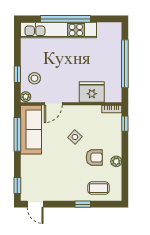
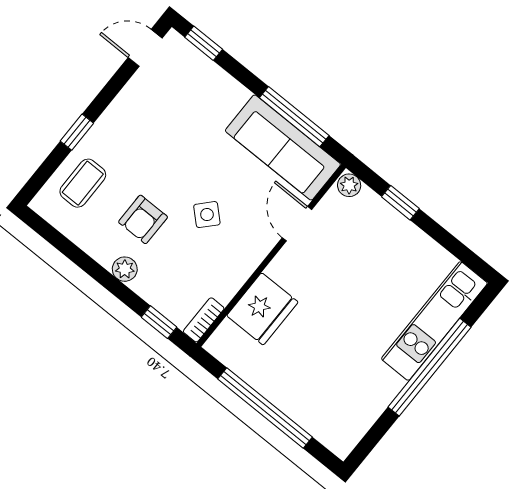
kitchen unit: (59, 30) -> (434, 321), width x0.73
stool: (34, 78) -> (369, 227), removed
plant: (116, 161) -> (125, 269), moved

